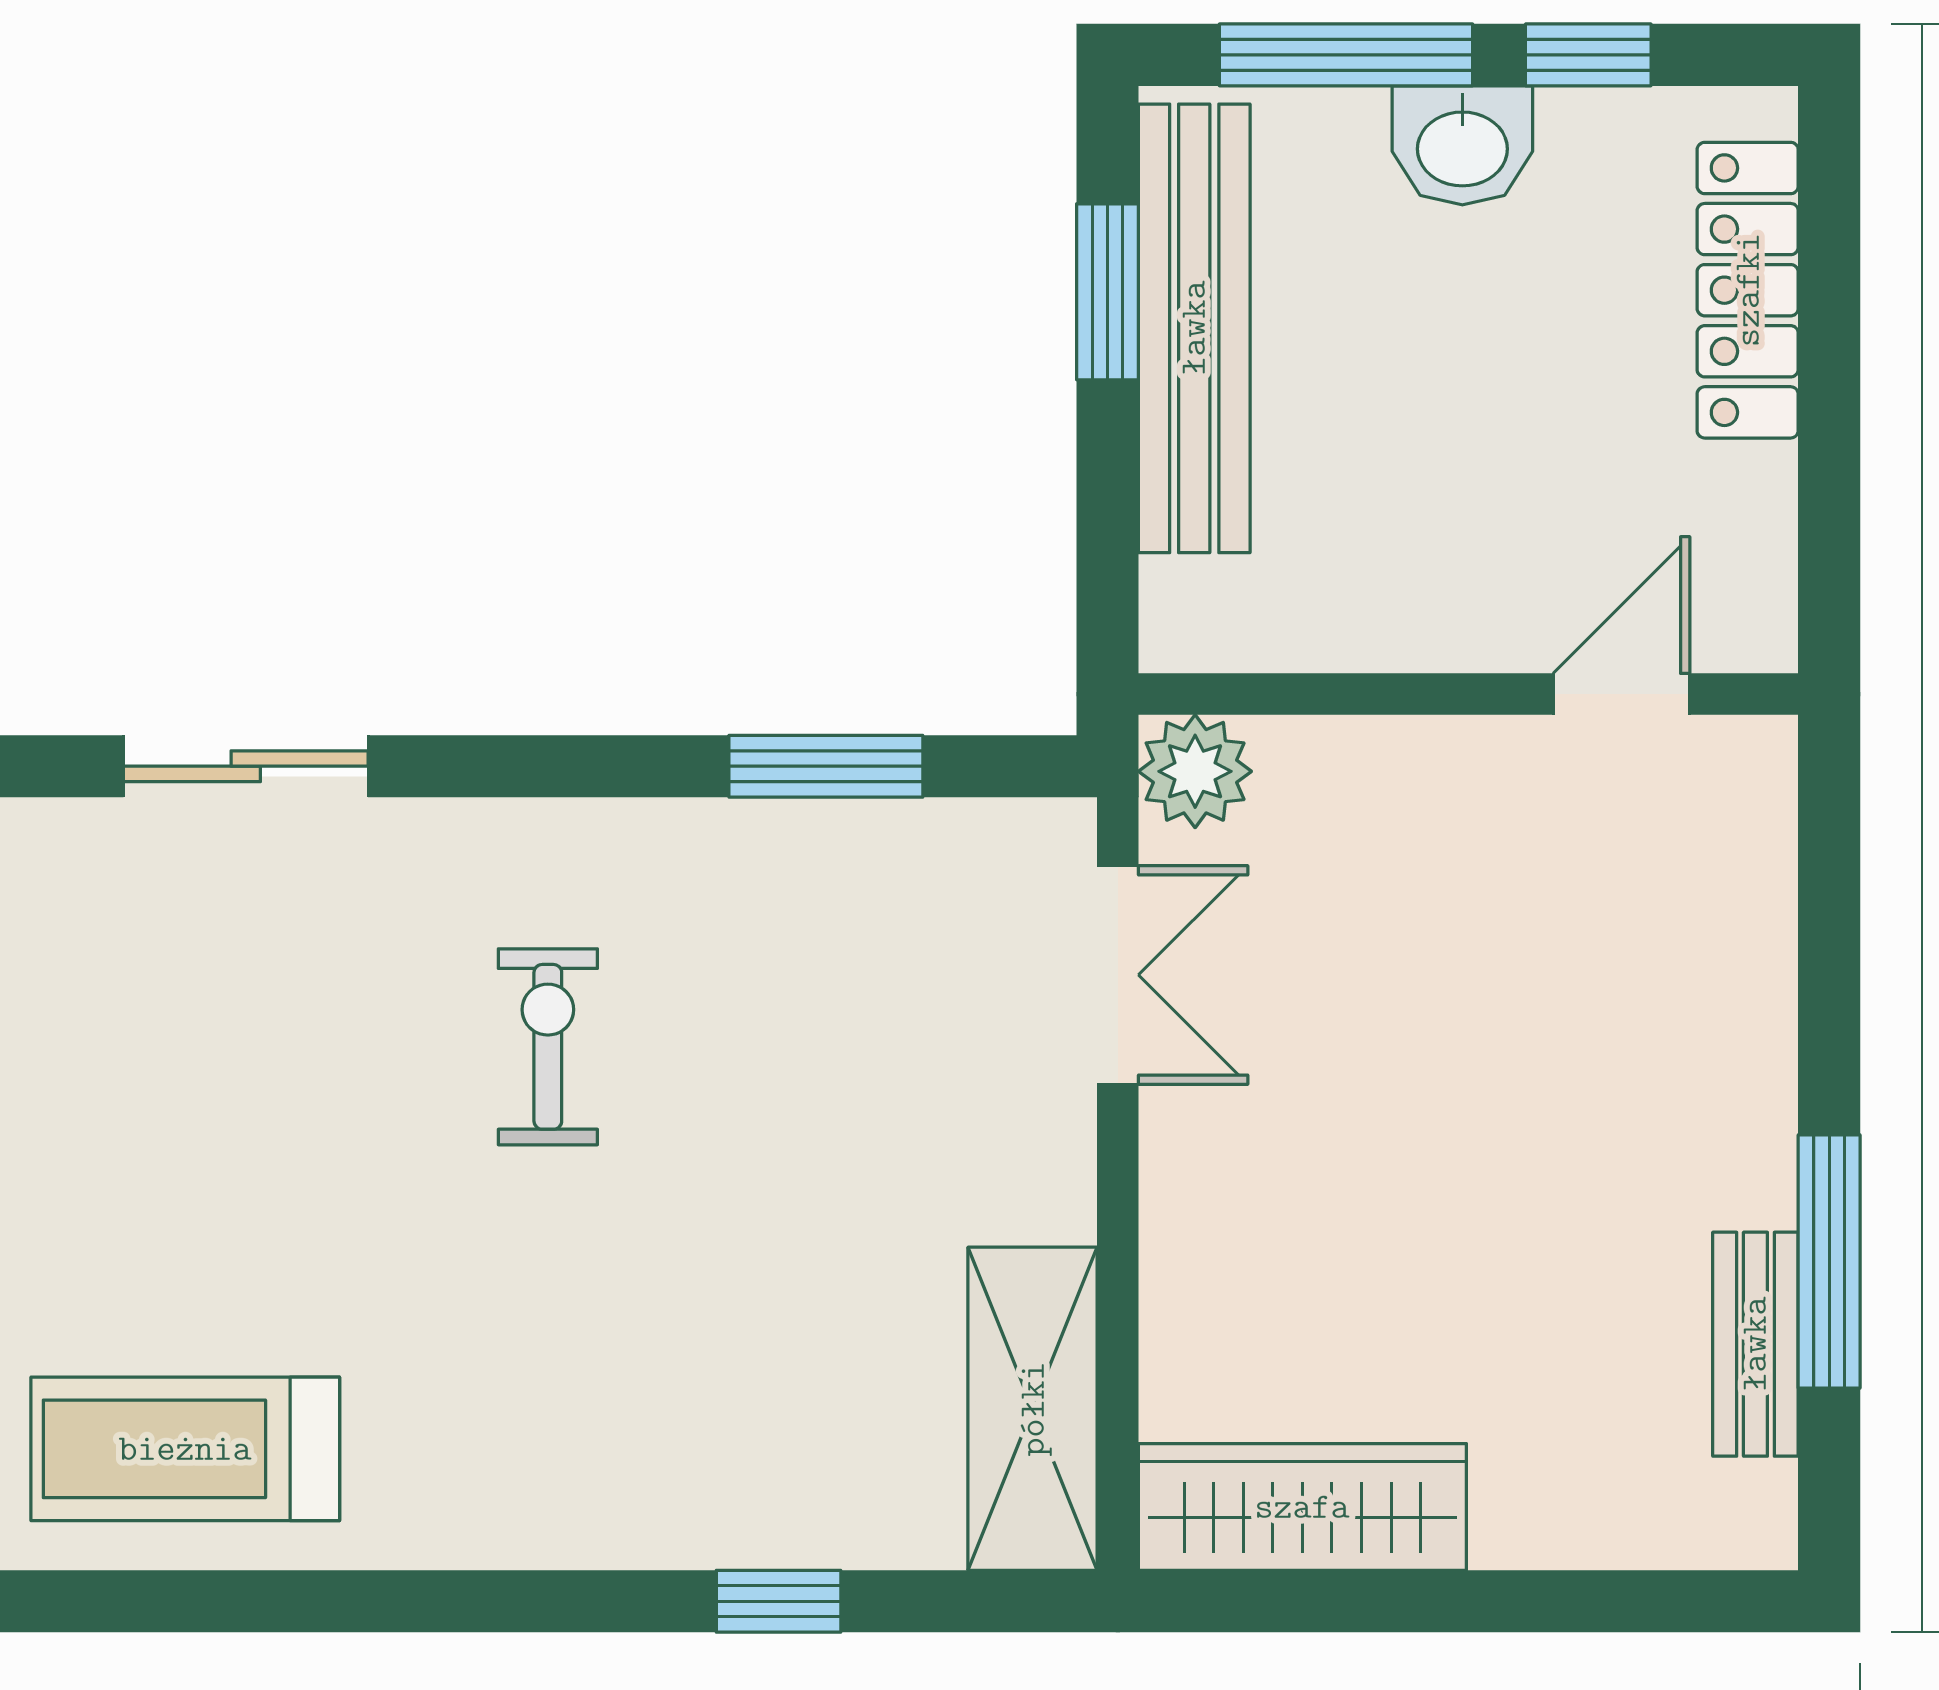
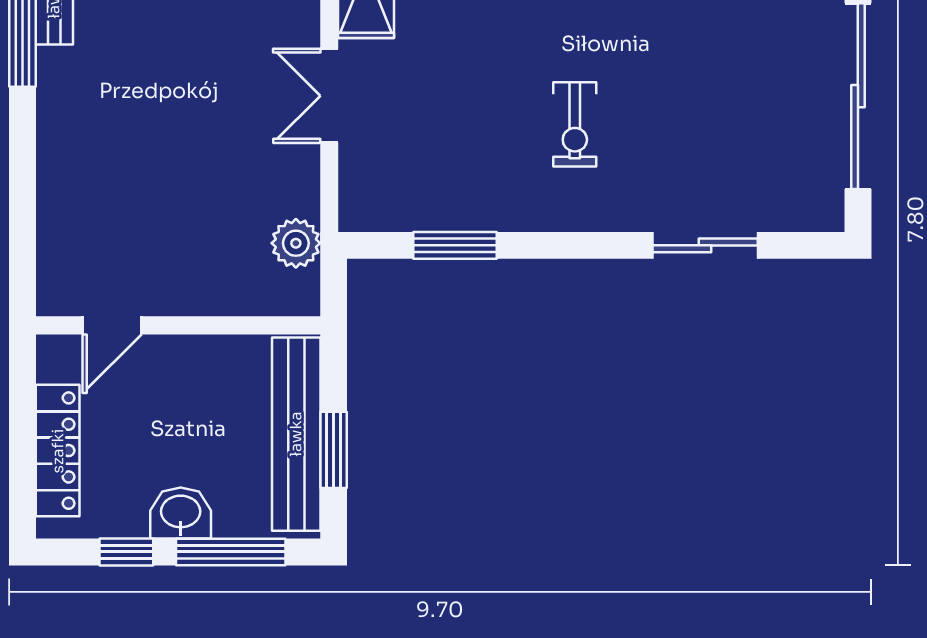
wall: (1468, 694) -> (178, 325), moved
door: (1621, 694) -> (112, 325), moved
double door: (1118, 975) -> (329, 96), moved

